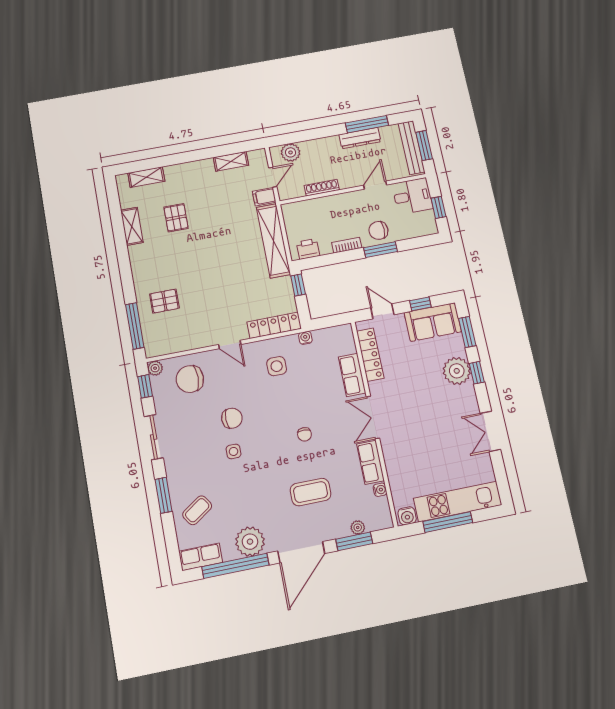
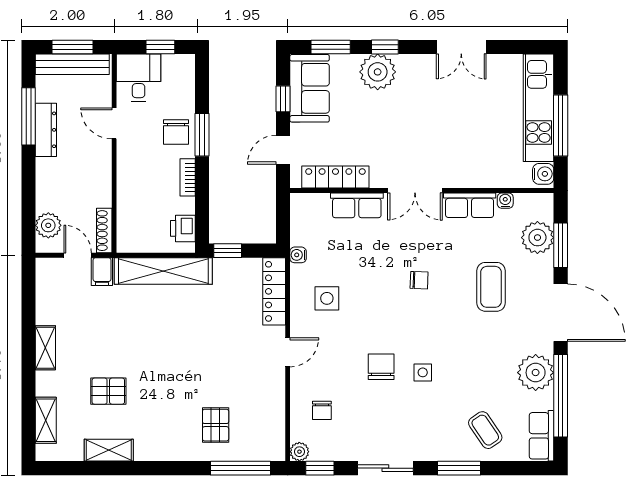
shelving: (231, 161) -> (45, 348), moved
shoe rack: (322, 188) -> (104, 231), moved
chair: (190, 379) -> (322, 410), width x0.54, depth x0.54
plant: (358, 527) -> (537, 238), width x1.87, depth x1.87

